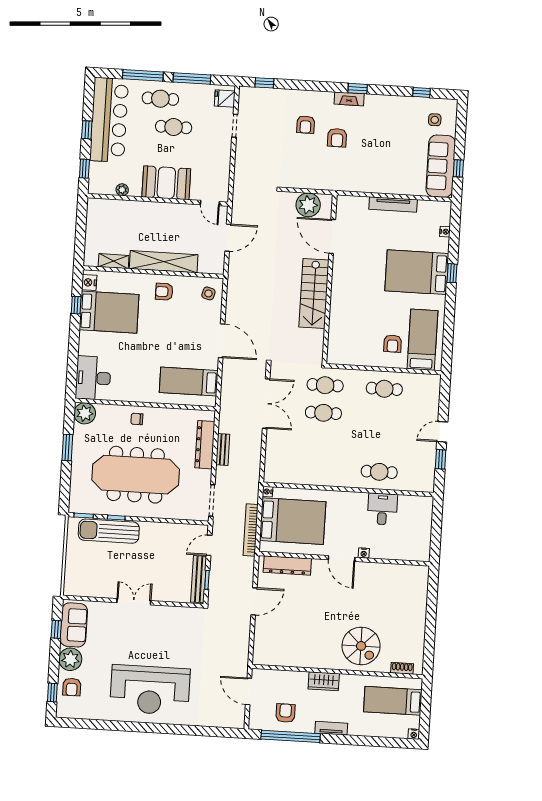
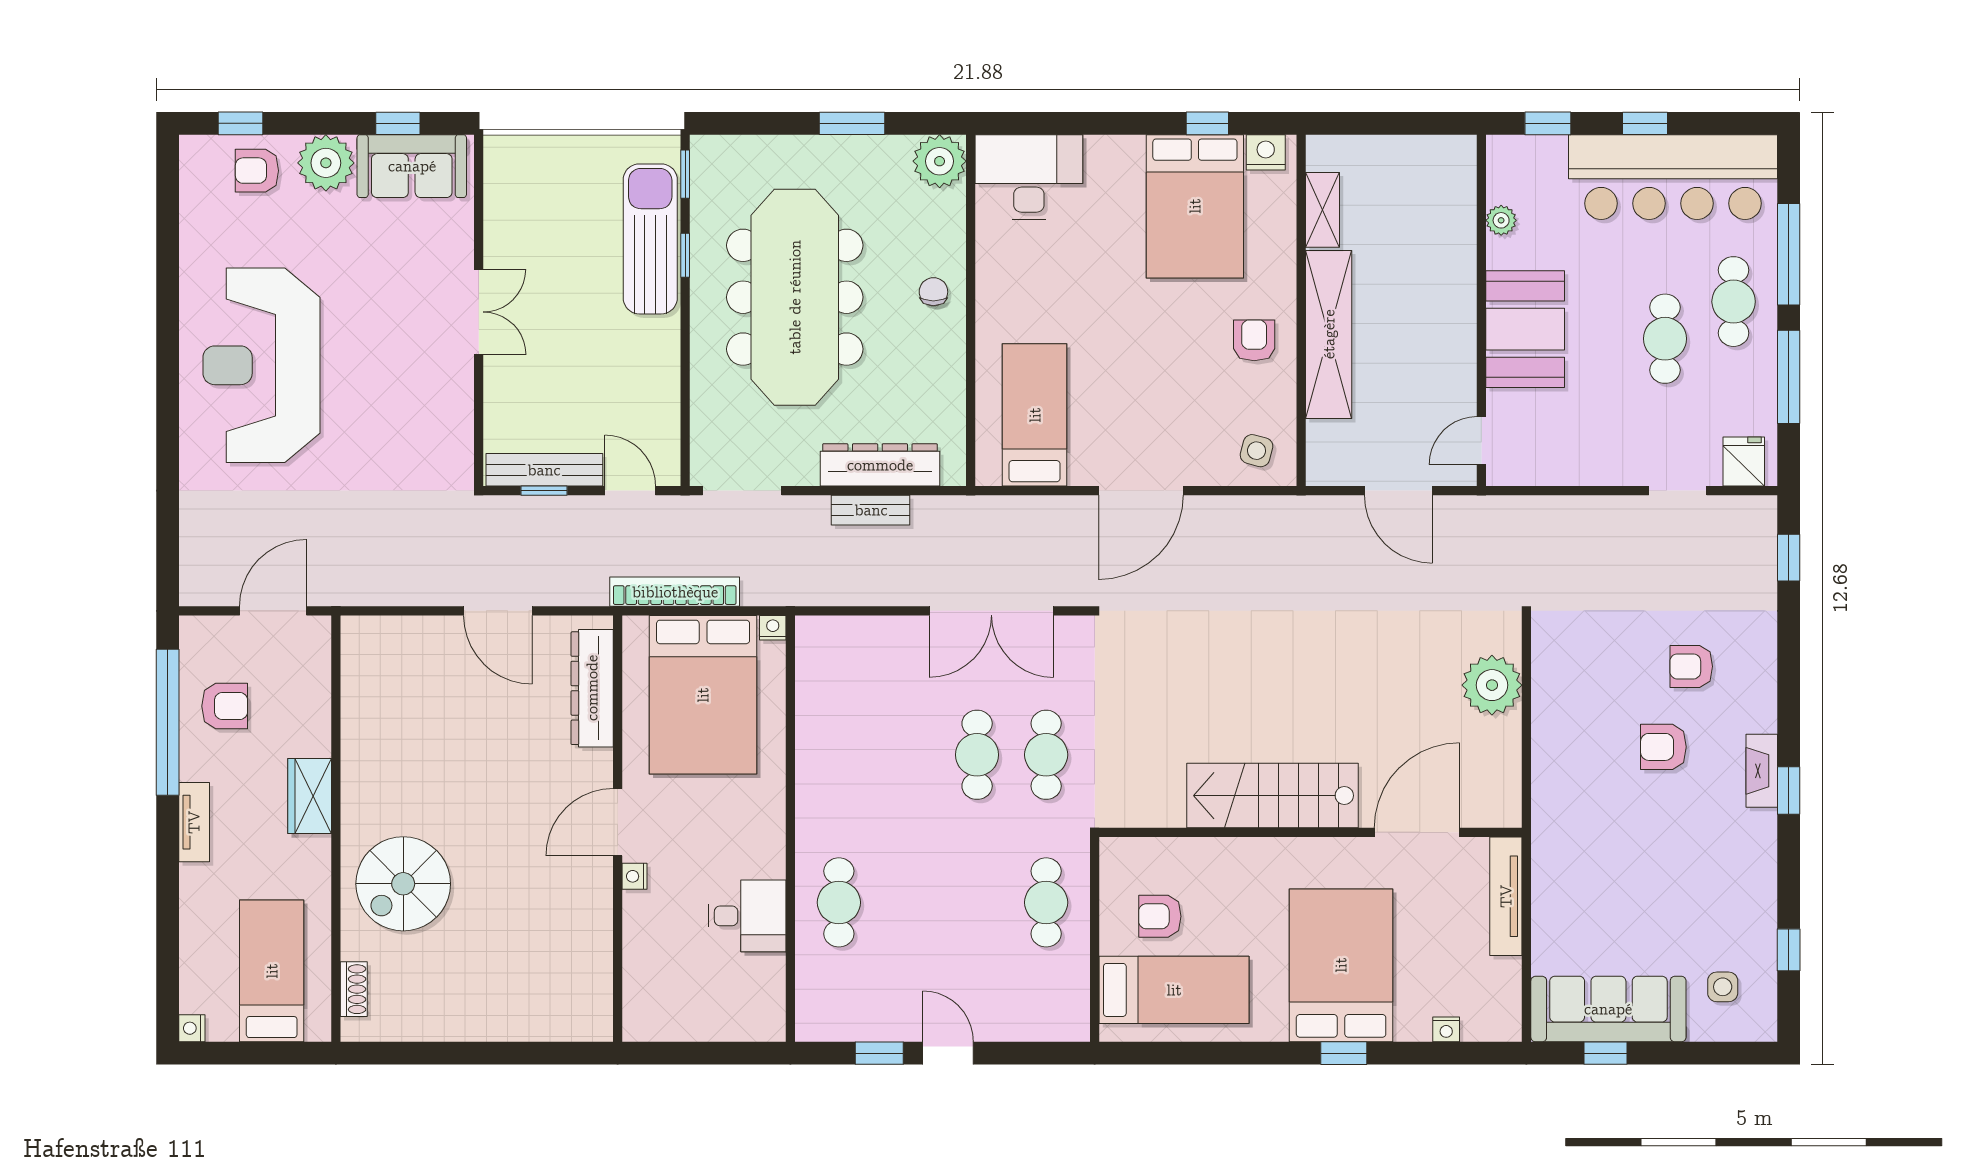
door: (332, 236) -> (1417, 832), moved
wall: (330, 279) -> (1311, 832), moved
stairs: (314, 294) -> (1272, 796), moved

